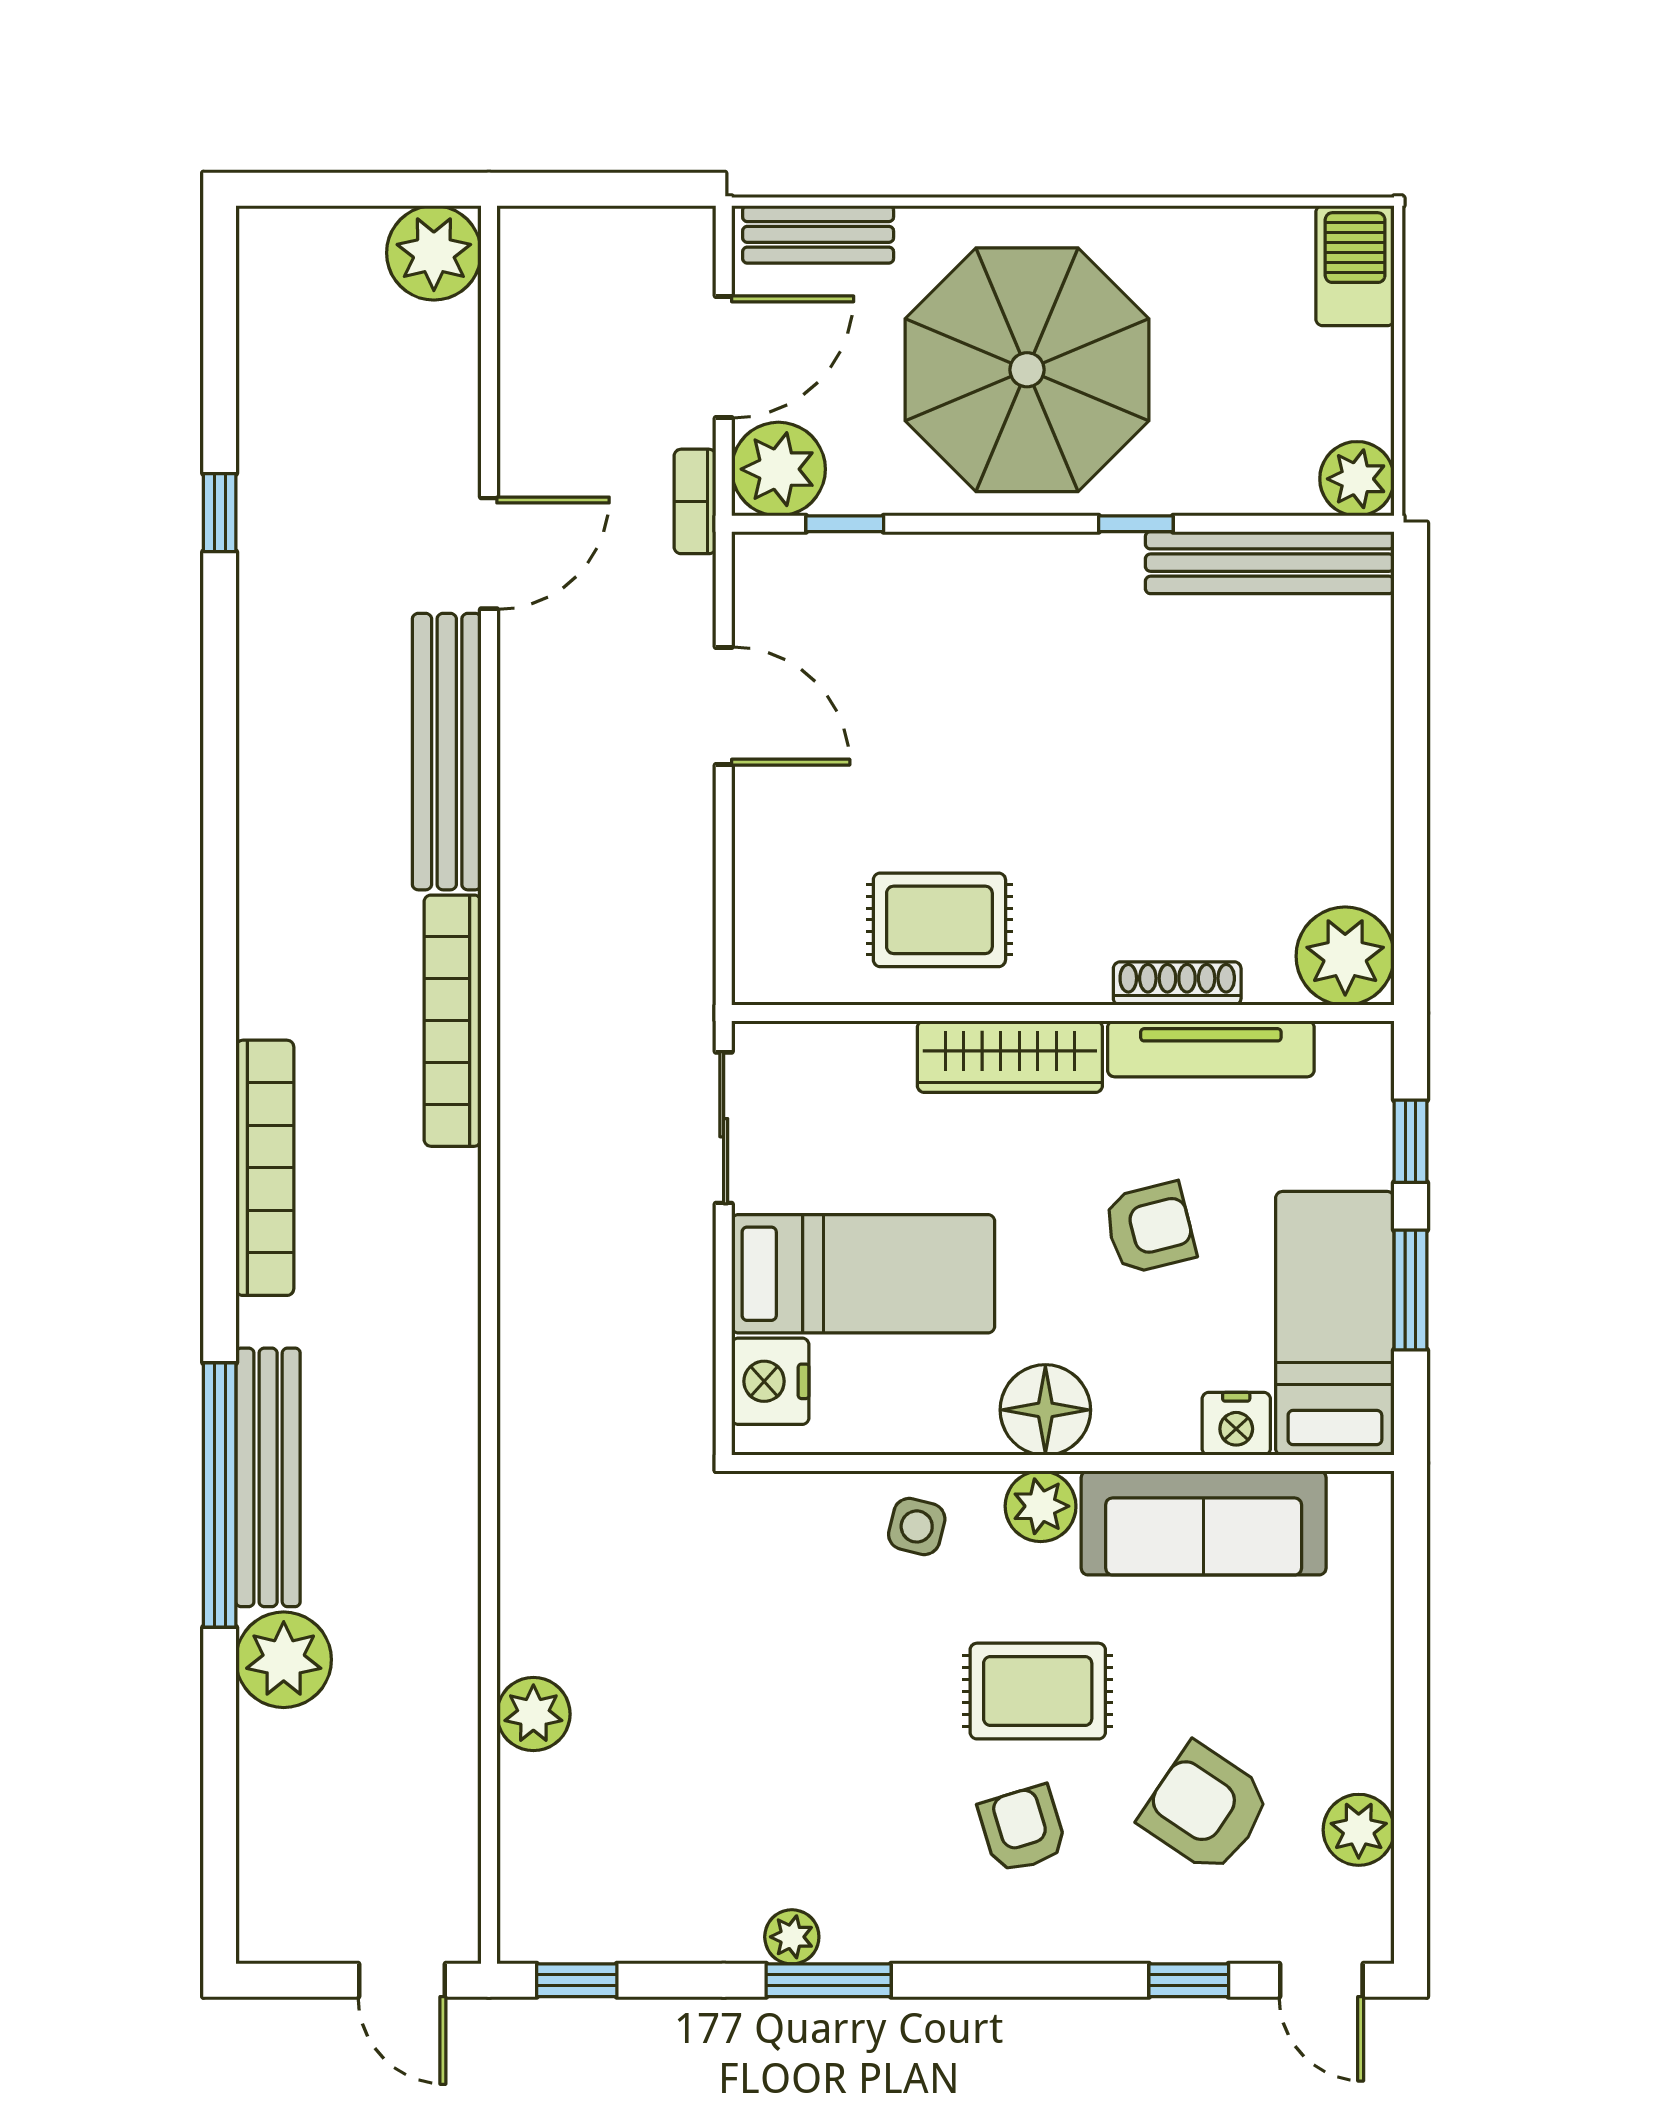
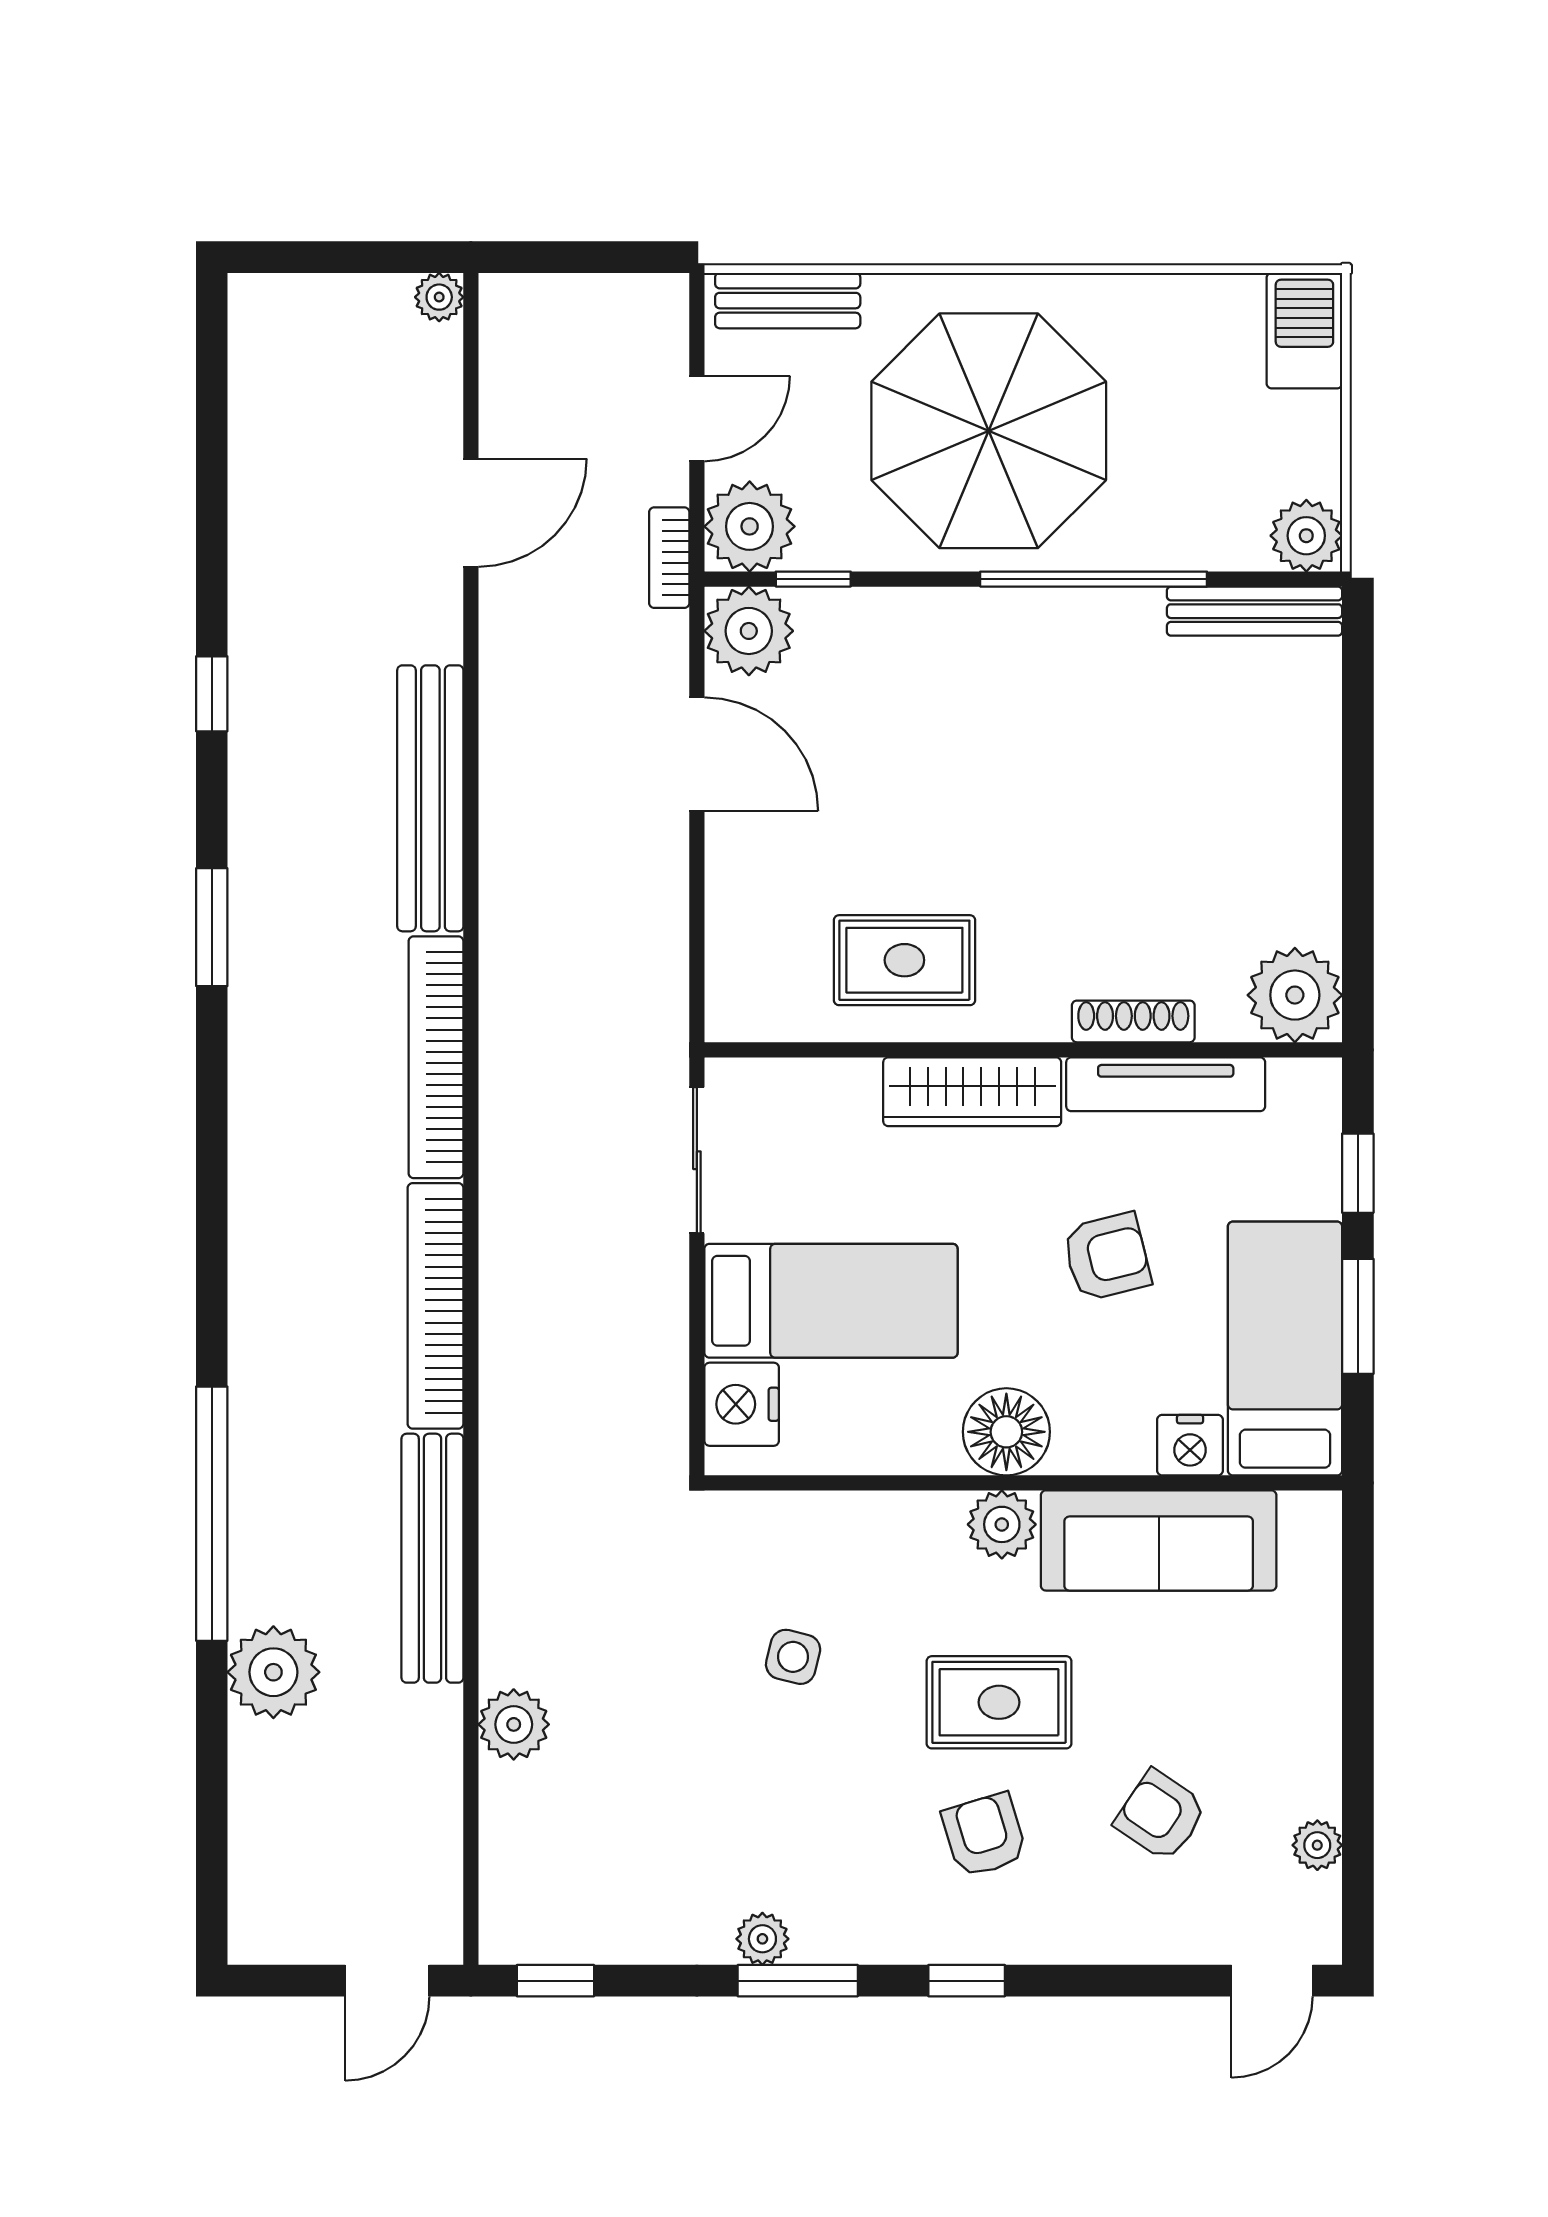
plant: (434, 253) -> (439, 297), width x0.53, depth x0.53
door: (724, 357) -> (697, 419), width x0.73
window: (220, 513) -> (212, 694), moved
window: (1136, 524) -> (1094, 579), width x3.17
door: (489, 553) -> (471, 513), moved
bench: (1270, 563) -> (1254, 611), width x0.73, depth x0.82
plant: (778, 578) -> (749, 631), added
window: (220, 886) -> (212, 927), added
bookcase: (265, 1168) -> (436, 1306), moved, turned 180
bench: (268, 1477) -> (432, 1558), moved
side table: (917, 1526) -> (793, 1657), moved
armchair: (1206, 1809) -> (1161, 1815), width x0.72, depth x0.72
plant: (1359, 1830) -> (1317, 1845), width x0.73, depth x0.73
door: (402, 1980) -> (387, 1981), hinge flipped
window: (1189, 1980) -> (967, 1981), moved
door: (1321, 1980) -> (1272, 1981), hinge flipped

